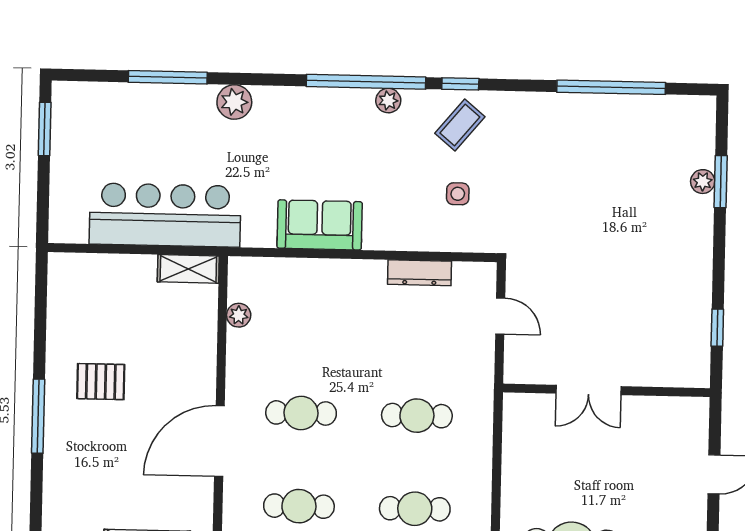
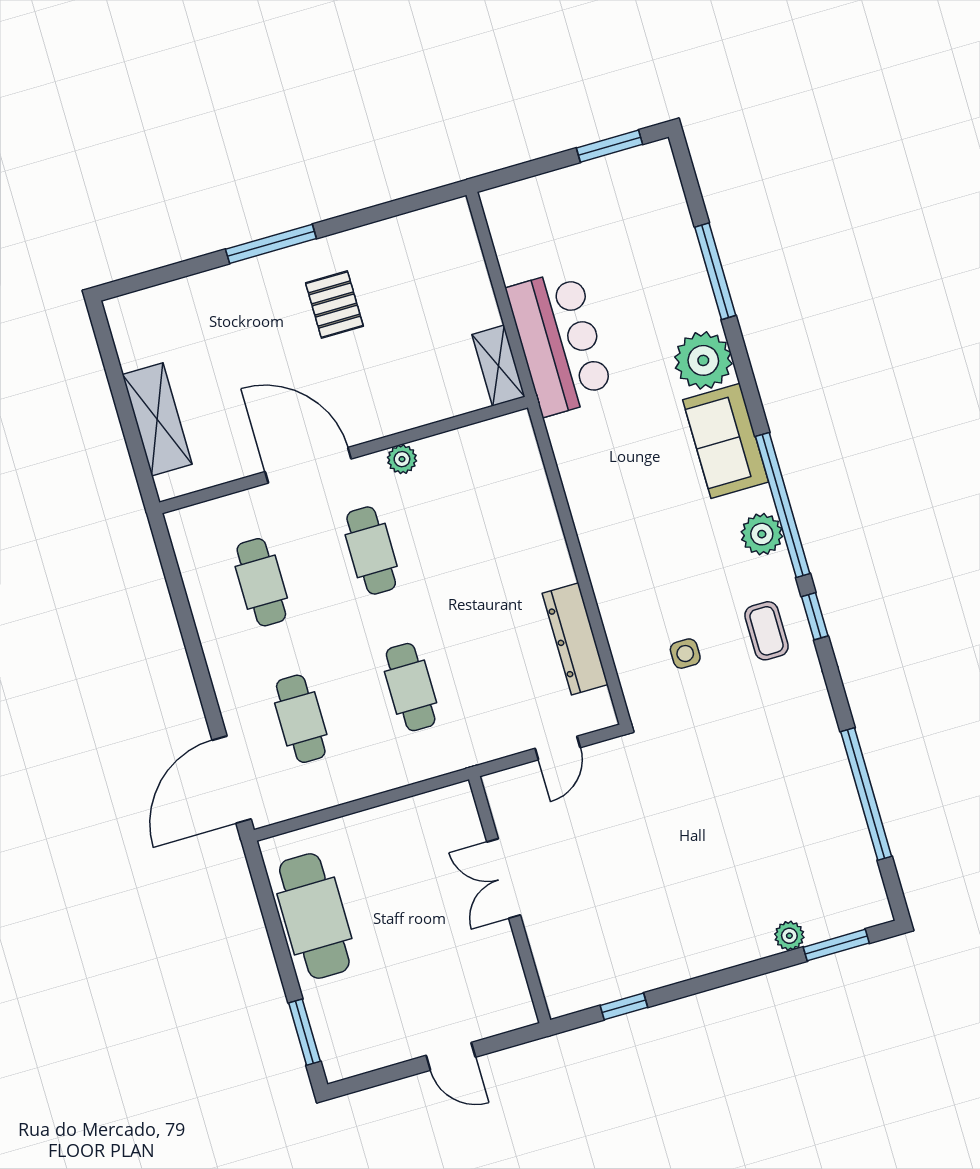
plant: (388, 101) -> (762, 534), width x1.38, depth x1.38
plant: (234, 102) -> (703, 360), width x1.36, depth x1.36
coffee table: (460, 125) -> (767, 631), turned 50
window: (721, 182) -> (836, 945), moved
bar counter: (165, 215) -> (560, 342), width x0.73
sofa: (320, 225) -> (726, 441), moved, turned 180
dresser: (420, 273) -> (575, 639), width x1.37, depth x1.24
plant: (239, 315) -> (402, 459), moved

